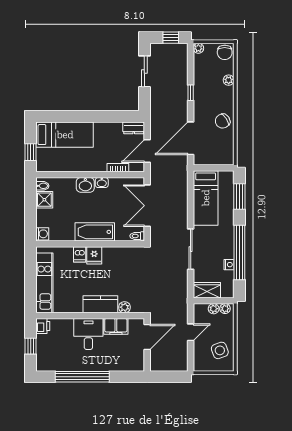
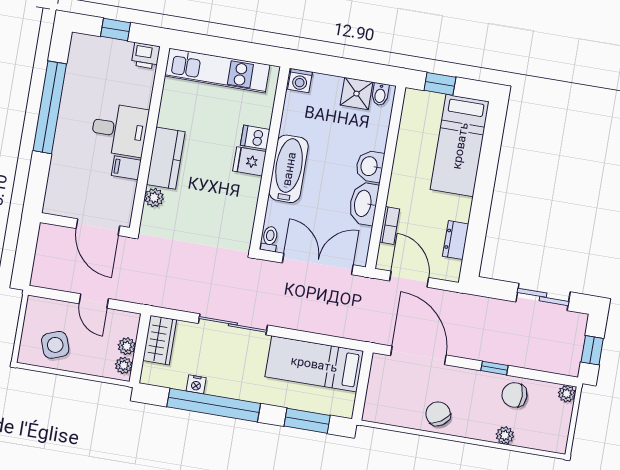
chair: (225, 52) -> (514, 395), moved
dresser: (134, 128) -> (456, 240), moved
washbasin: (102, 183) -> (364, 204), width x1.91, depth x1.45
filing cabinet: (116, 326) -> (126, 168), width x0.50

